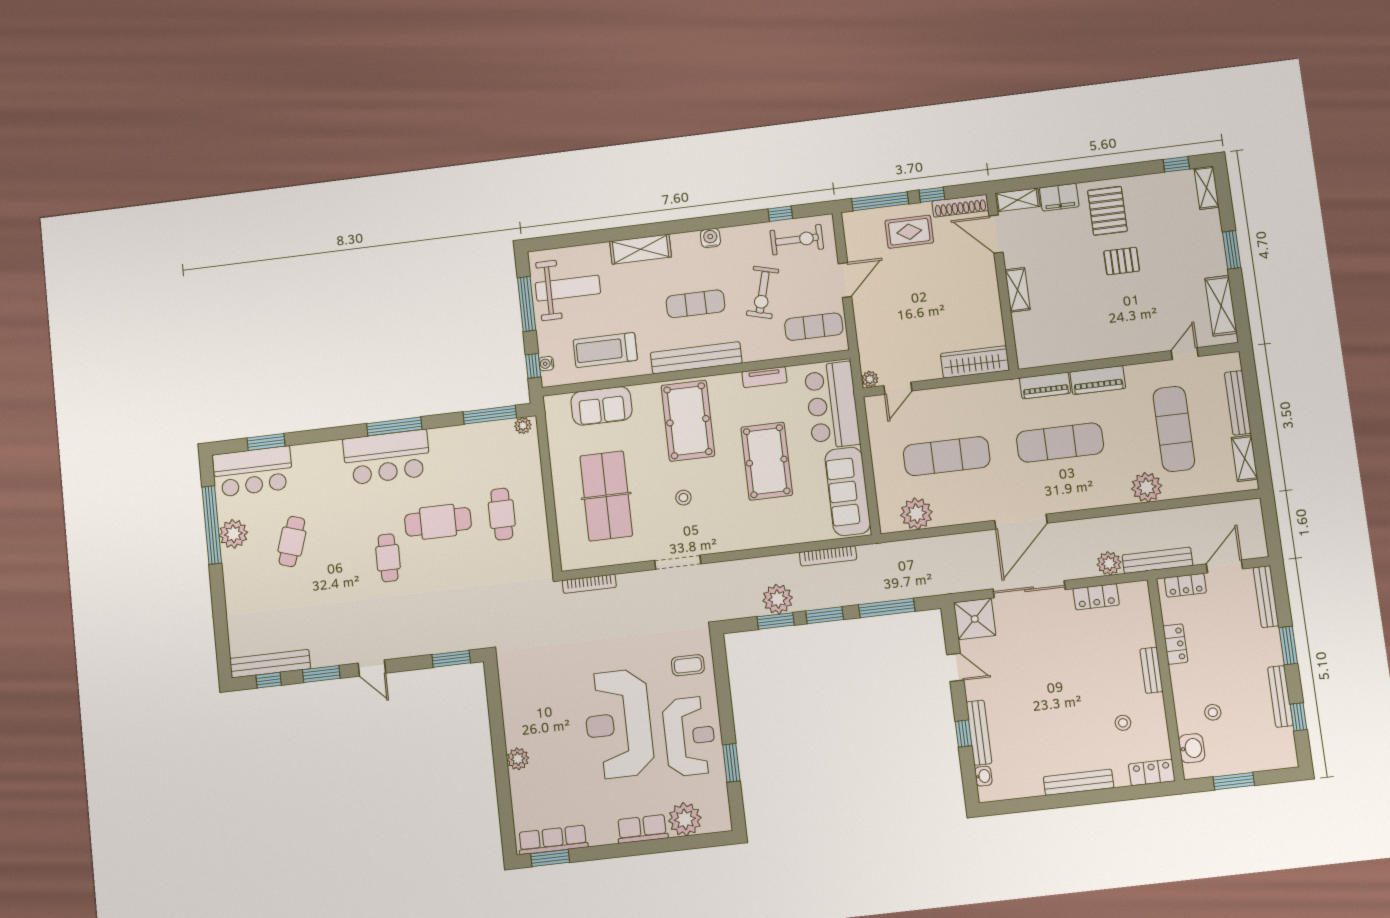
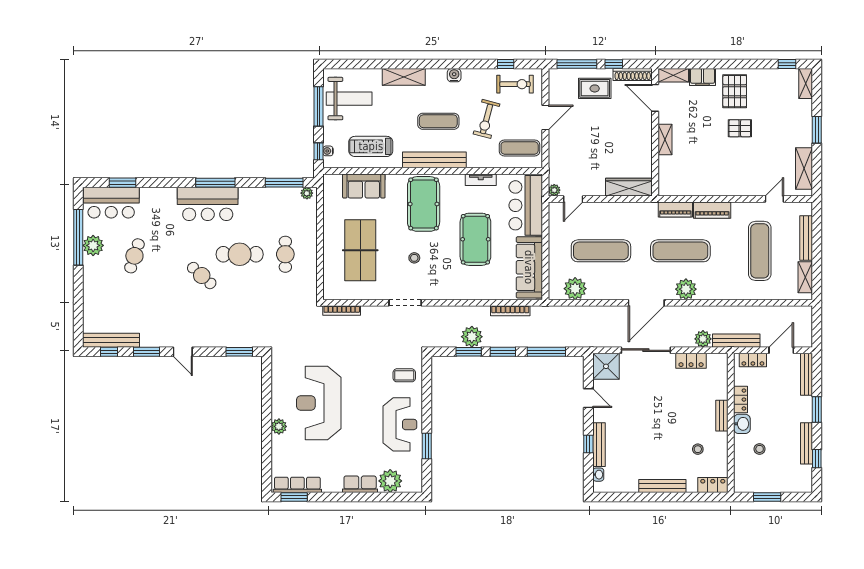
plant: (1147, 487) -> (686, 289), moved
cafe table: (388, 558) -> (202, 276), turned -48
reception desk: (618, 724) -> (319, 403), moved
washbasin: (1192, 748) -> (742, 424), moved

